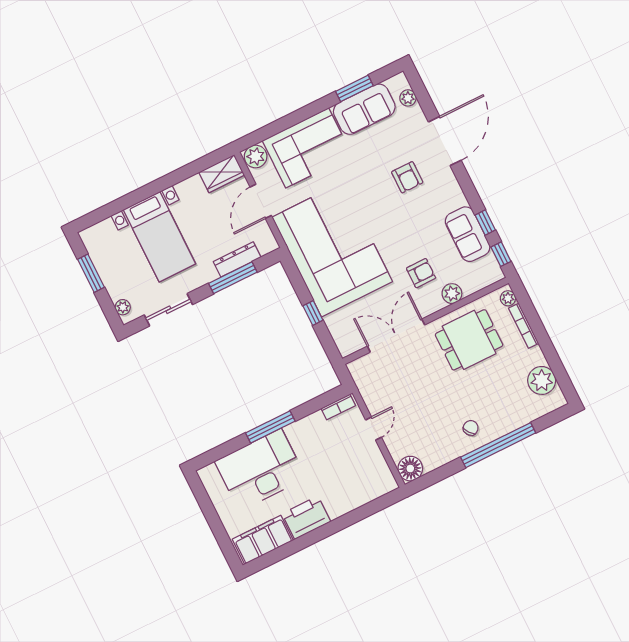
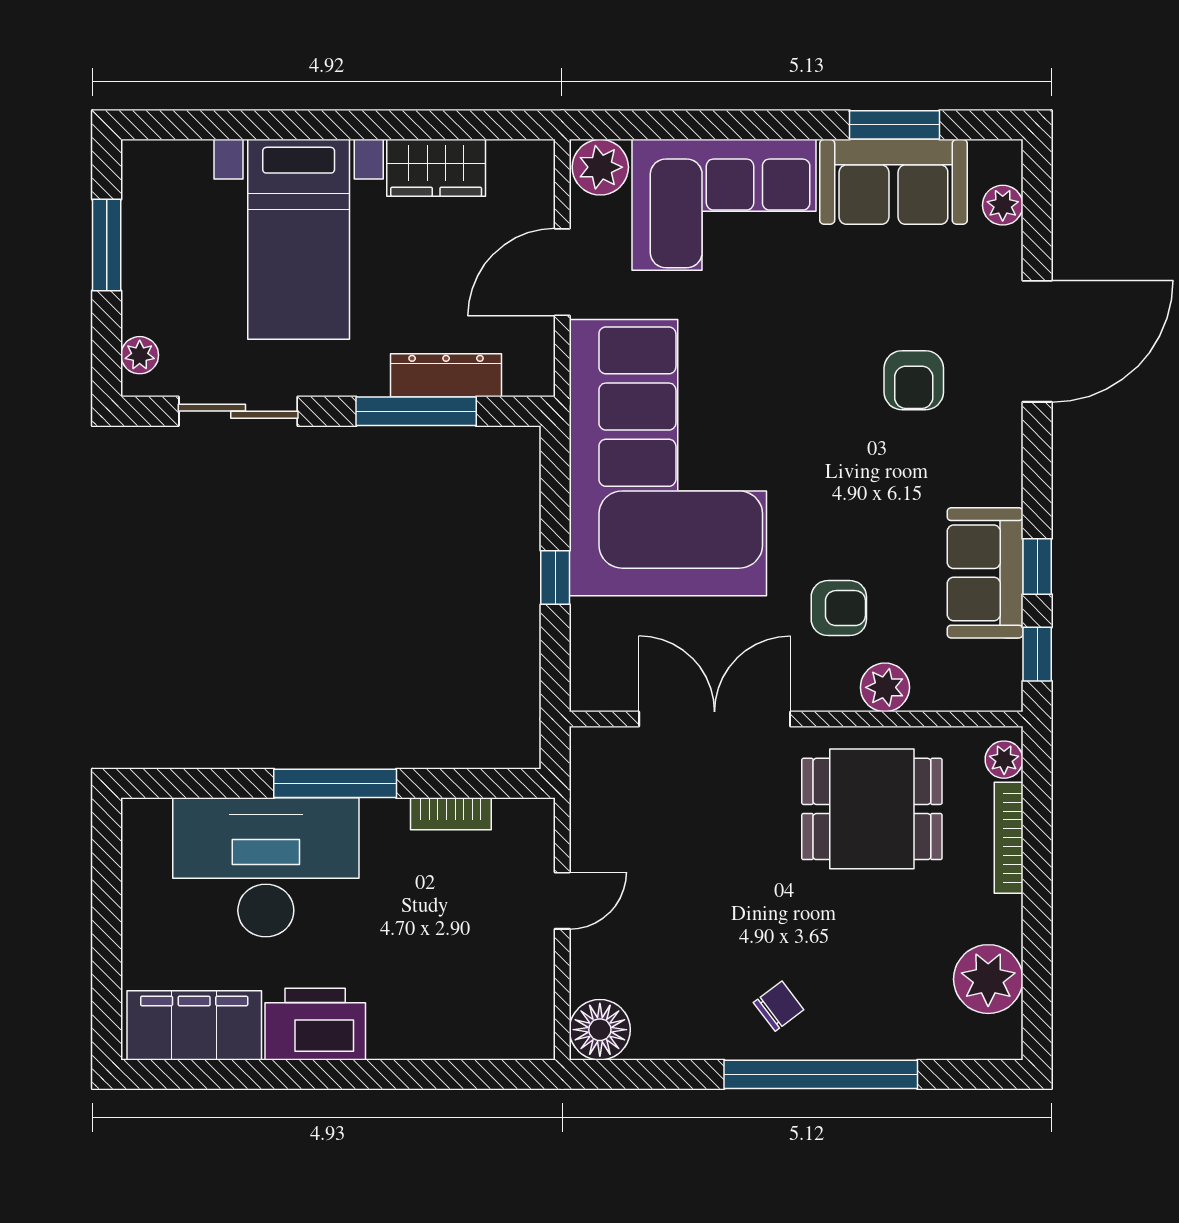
wardrobe: (222, 174) -> (436, 168), moved
bookcase: (338, 407) -> (451, 814), moved

